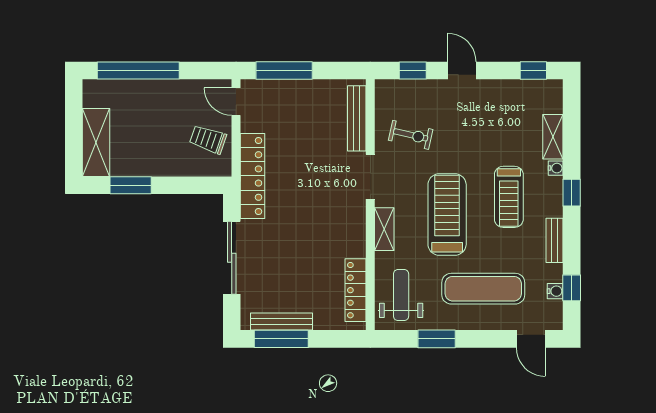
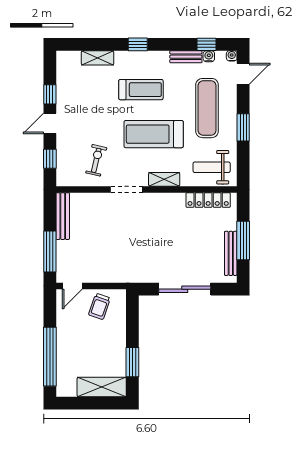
window: (533, 70) -> (50, 94), moved
bench: (357, 118) -> (63, 216), moved, turned 90
water cooler: (556, 168) -> (232, 56), moved
locker: (252, 176) -> (126, 274), removed
bench: (554, 240) -> (186, 57), moved
window: (281, 339) -> (243, 241), moved
window: (437, 339) -> (243, 127), moved

